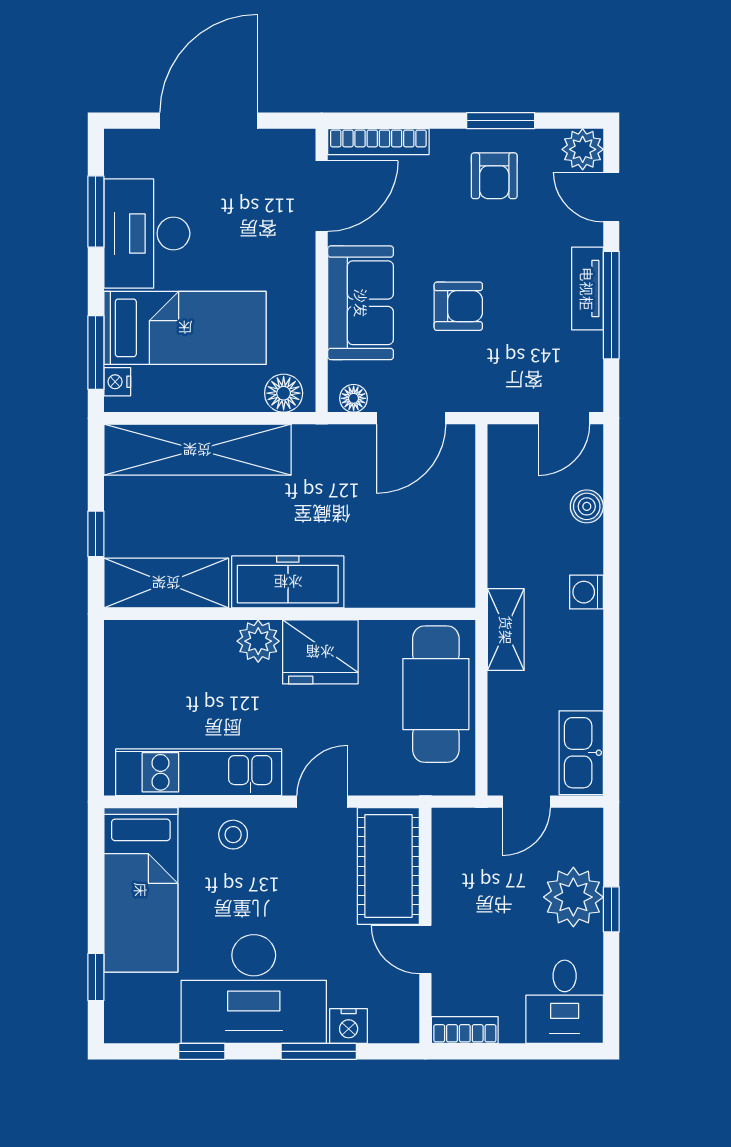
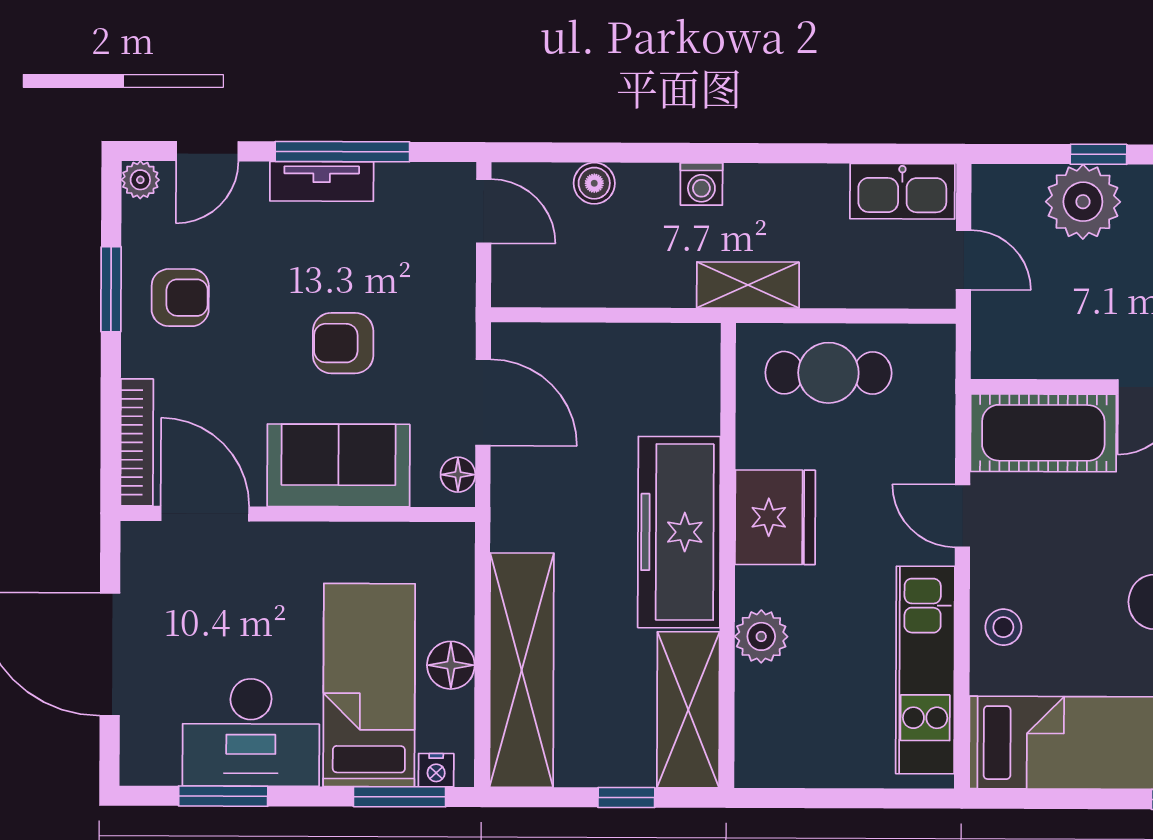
plant: (583, 149) -> (140, 180), width x0.73, depth x0.73
armchair: (458, 306) -> (343, 343), turned -90
floor lamp: (284, 393) -> (451, 665), moved
freezer: (288, 582) -> (679, 532), width x1.36, depth x1.26
plant: (258, 641) -> (761, 636), moved
cafe table: (436, 694) -> (828, 373), width x0.73, depth x0.74

